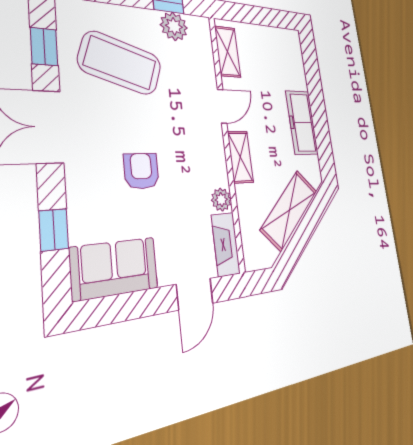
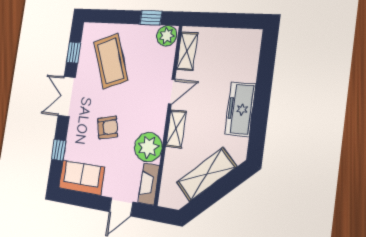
plant: (174, 26) -> (167, 36), moved
coffee table: (120, 63) -> (111, 61), turned 50
armchair: (141, 171) -> (108, 127), turned 77
plant: (221, 200) -> (148, 147), width x1.88, depth x1.88

